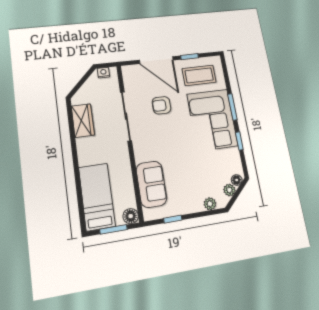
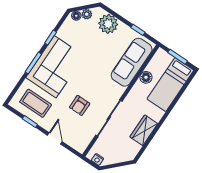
door: (156, 60) -> (55, 138), width x0.53
armchair: (161, 105) -> (80, 105), turned 90
wardrobe: (83, 121) -> (144, 130), moved
sofa: (151, 184) -> (132, 62), width x1.36
plant: (210, 204) -> (108, 24), width x1.87, depth x1.87
floor lamp: (131, 216) -> (146, 77), moved

